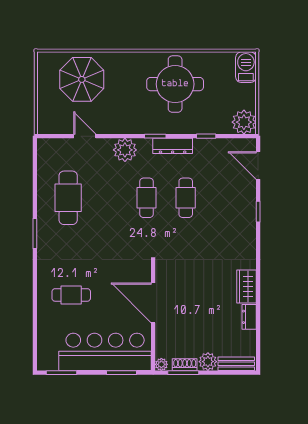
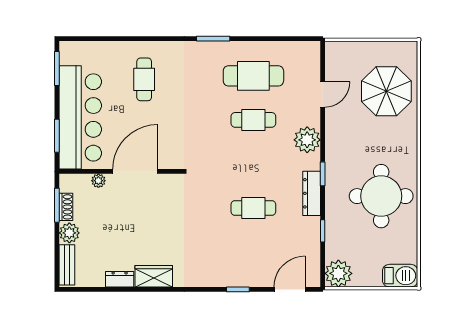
cafe table: (146, 198) -> (253, 120), moved
plant: (161, 364) -> (98, 181), moved

